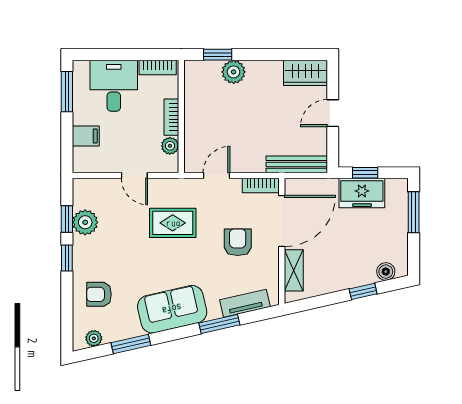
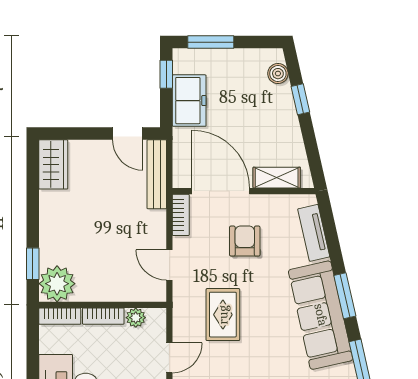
bookcase: (158, 68) -> (60, 316), moved, turned 90
plant: (234, 72) -> (57, 284), moved, width x1.36, depth x1.36
door: (333, 113) -> (128, 134), moved
window: (365, 173) -> (166, 74), moved
armchair: (238, 242) -> (245, 241), turned 90
sofa: (172, 309) -> (321, 315), width x1.36
window: (219, 324) -> (345, 296), moved

